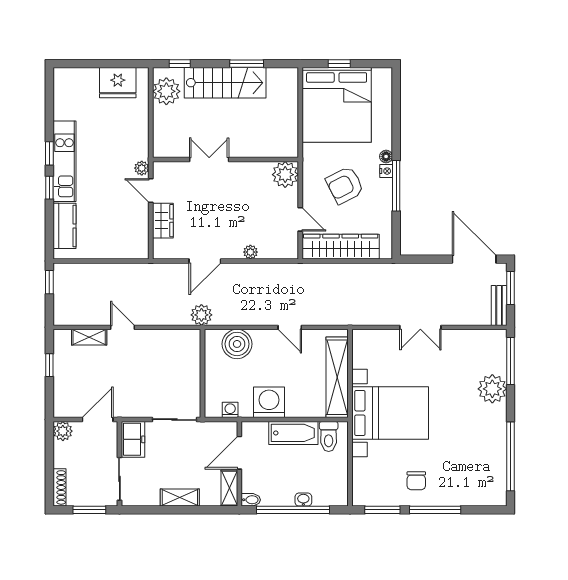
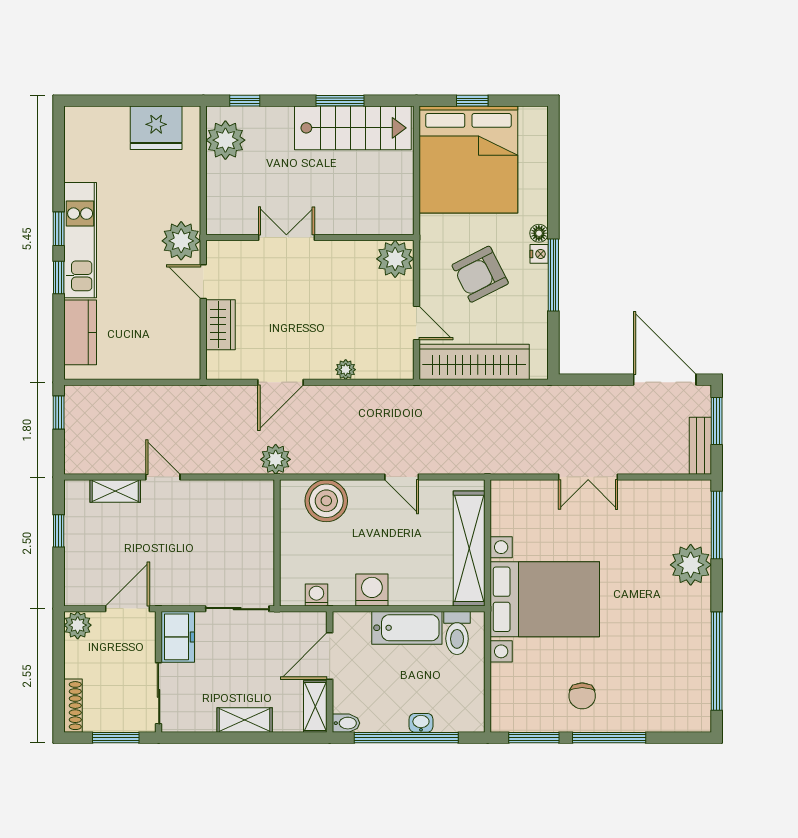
stairs: (225, 83) -> (353, 128), moved
plant: (142, 168) -> (181, 241), width x1.87, depth x1.87
washing machine: (269, 402) -> (372, 590), width x0.73, depth x0.73

